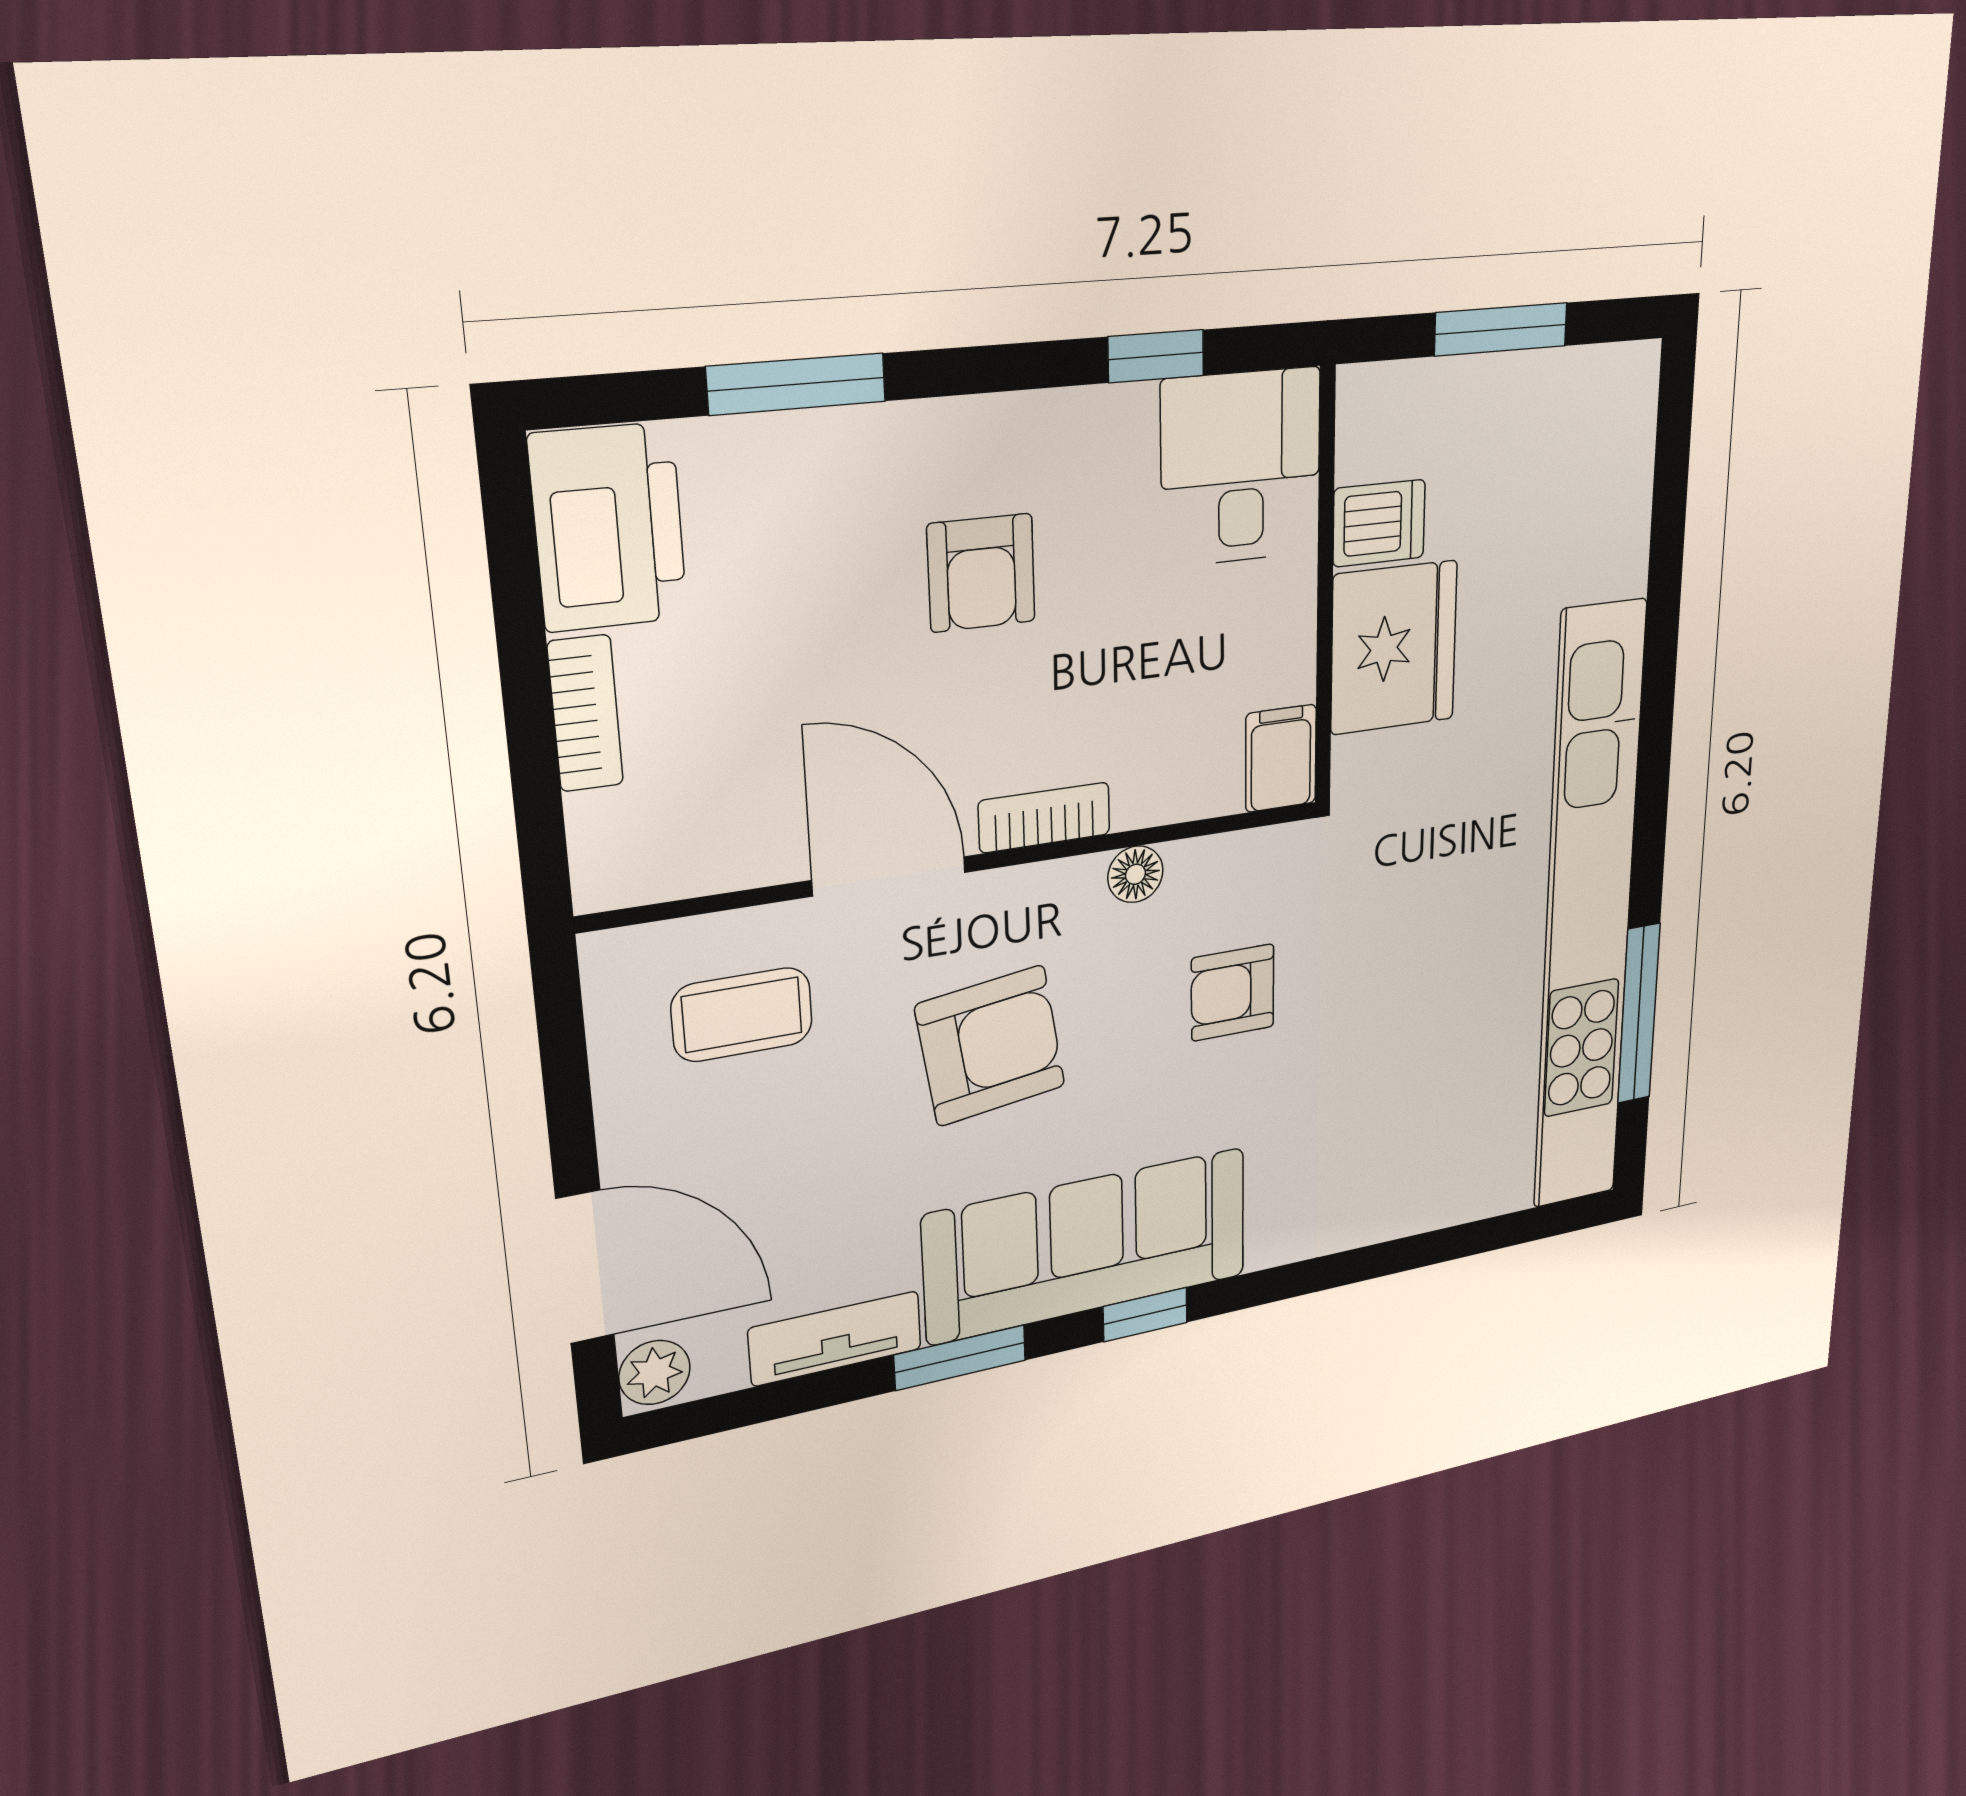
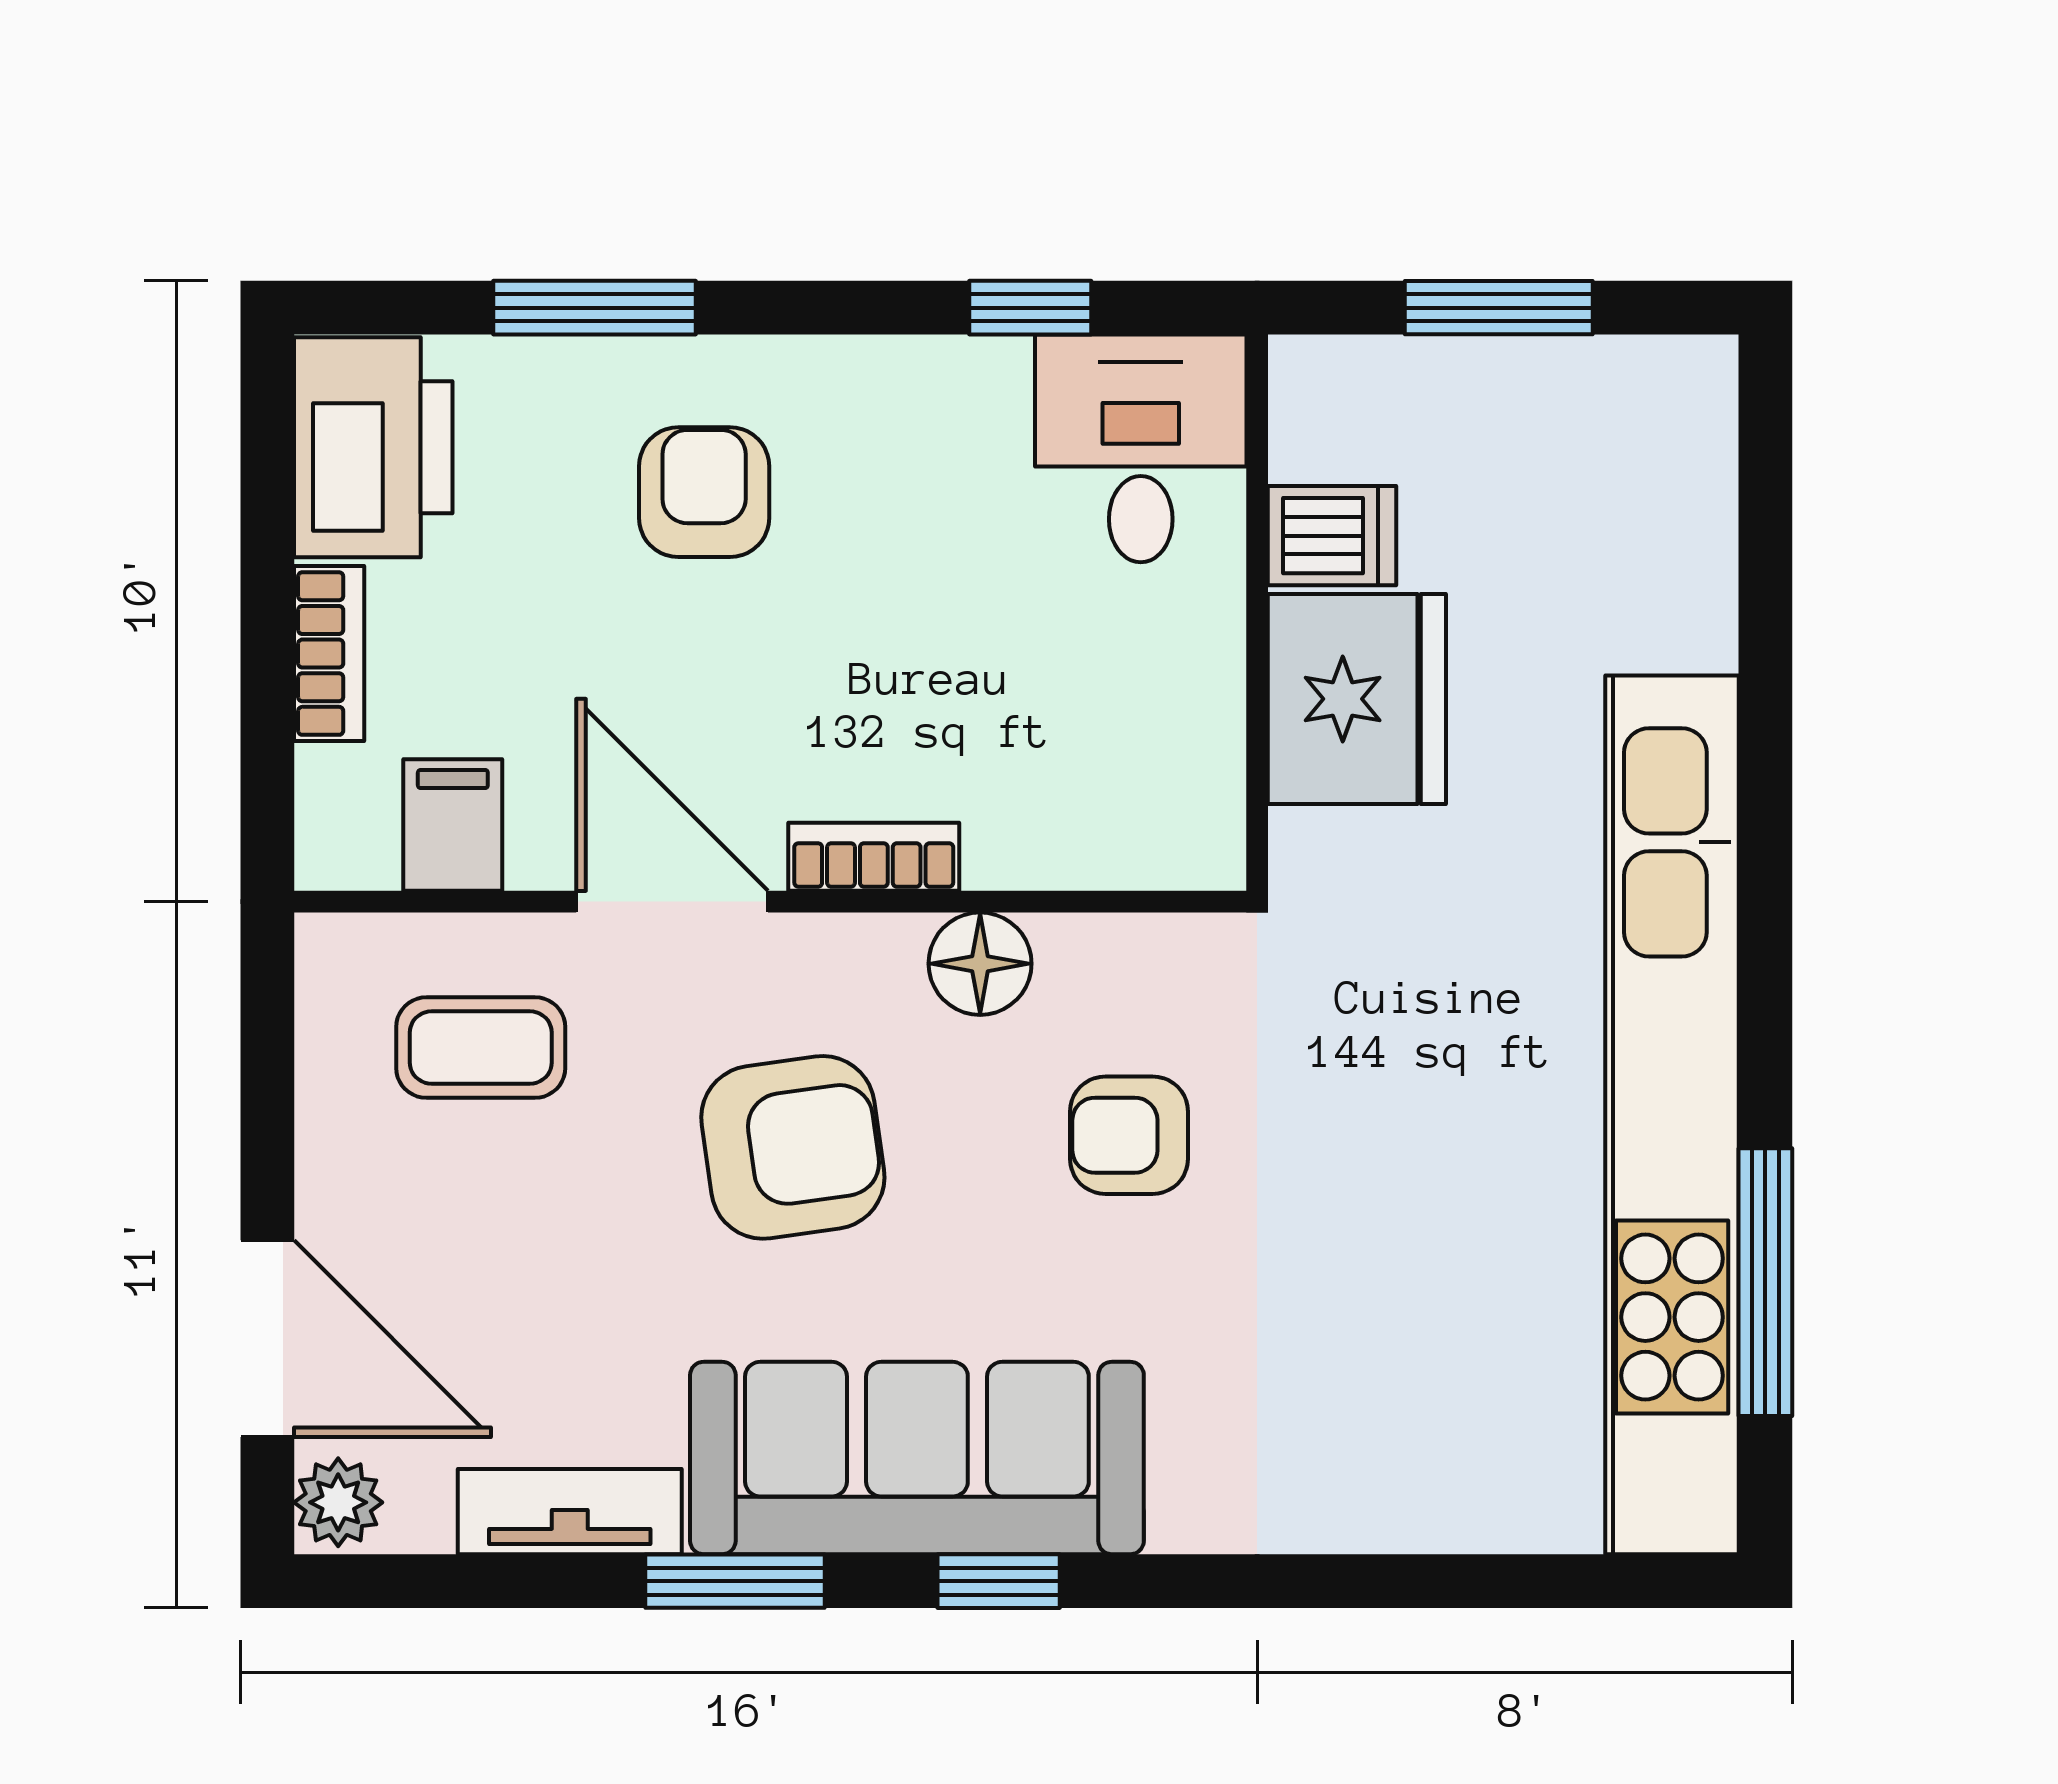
armchair: (981, 573) -> (704, 492), moved, turned 180
filing cabinet: (1281, 758) -> (453, 825), moved
floor lamp: (1135, 874) -> (980, 964), width x1.37, depth x1.37

